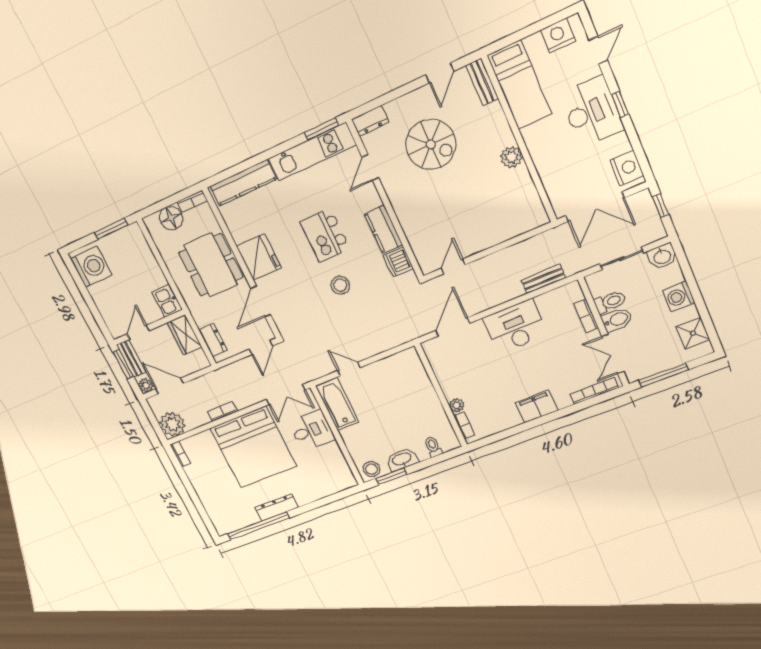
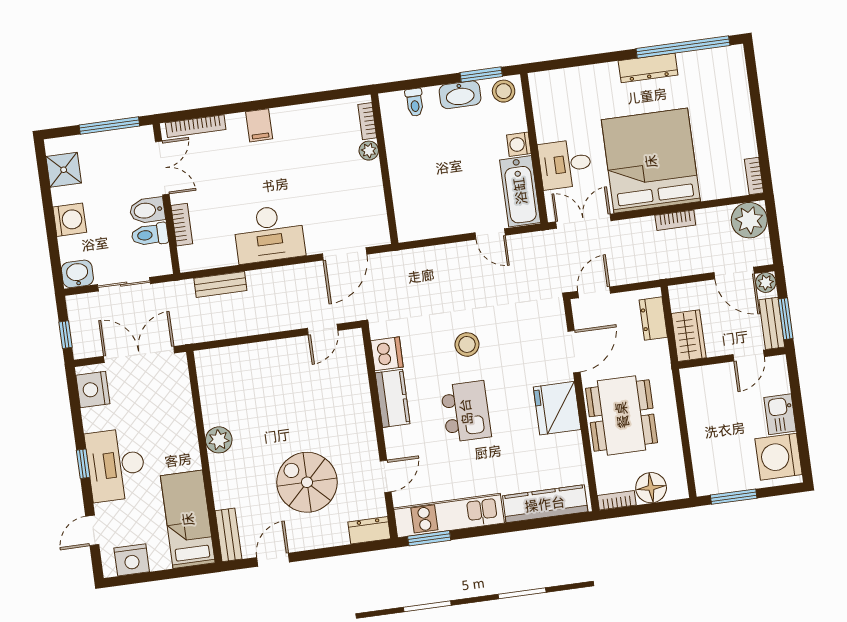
kitchen sink: (167, 301) -> (780, 414), moved, turned 180
filing cabinet: (537, 406) -> (259, 125), width x0.50
washing machine: (349, 436) -> (519, 144), added

